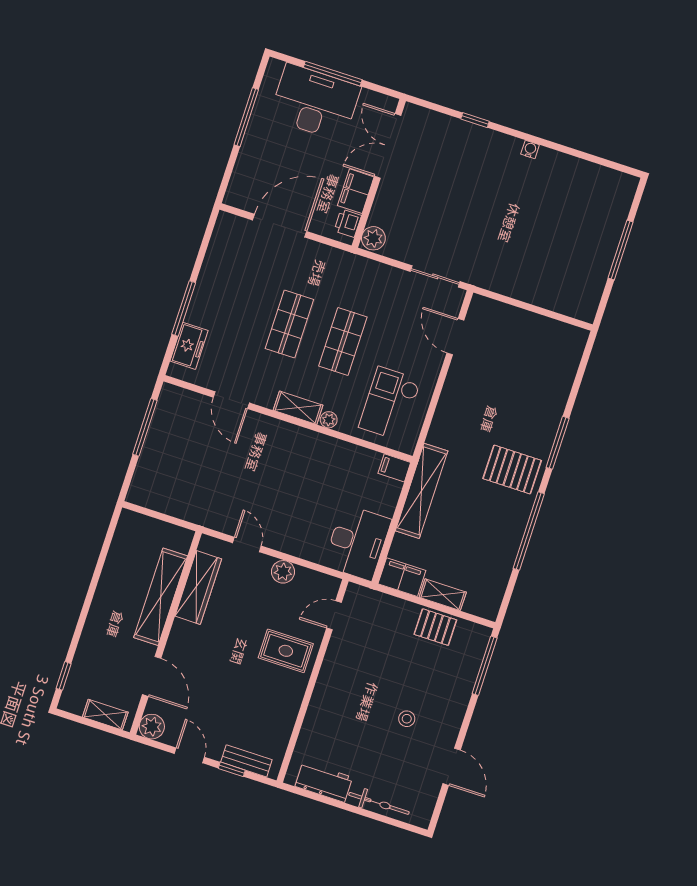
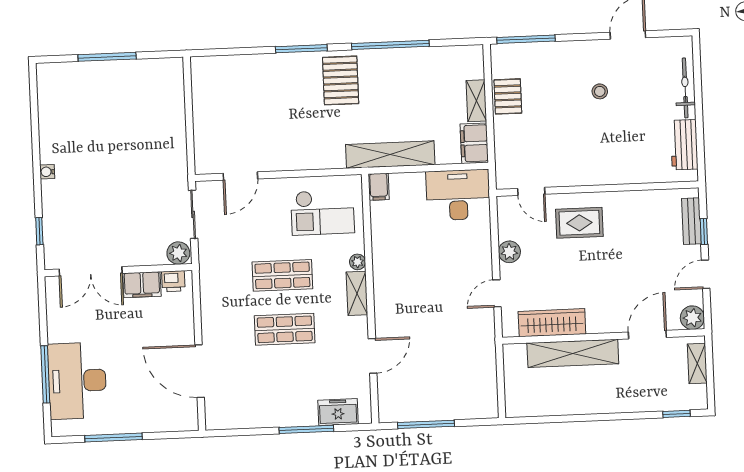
double door: (388, 146) -> (91, 271), moved
wall: (379, 173) -> (118, 270), moved
filing cabinet: (356, 191) -> (142, 285), moved
printer: (348, 223) -> (173, 281), moved
plant: (373, 238) -> (178, 253), moved
rug: (286, 651) -> (579, 223), turned 90

